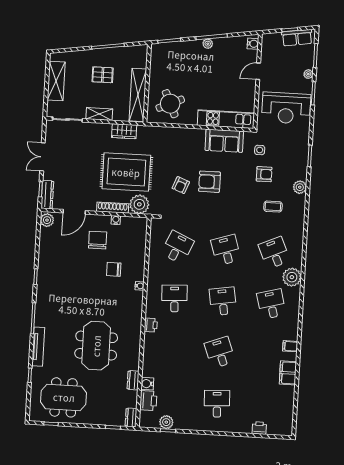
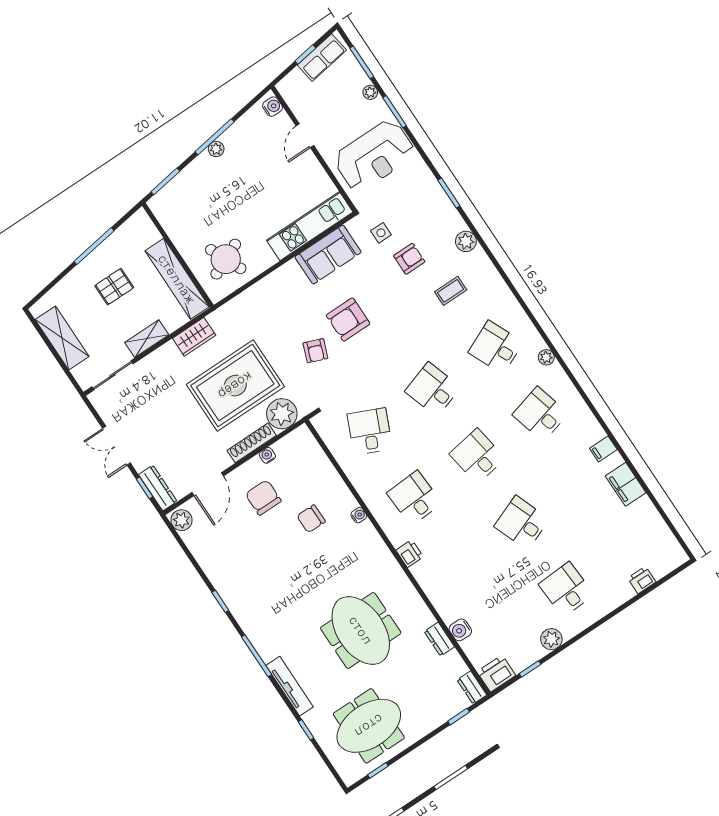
plant: (292, 277) -> (546, 357), width x0.53, depth x0.53
printer: (148, 401) -> (496, 674), moved, turned -90
plant: (166, 422) -> (551, 639), moved

